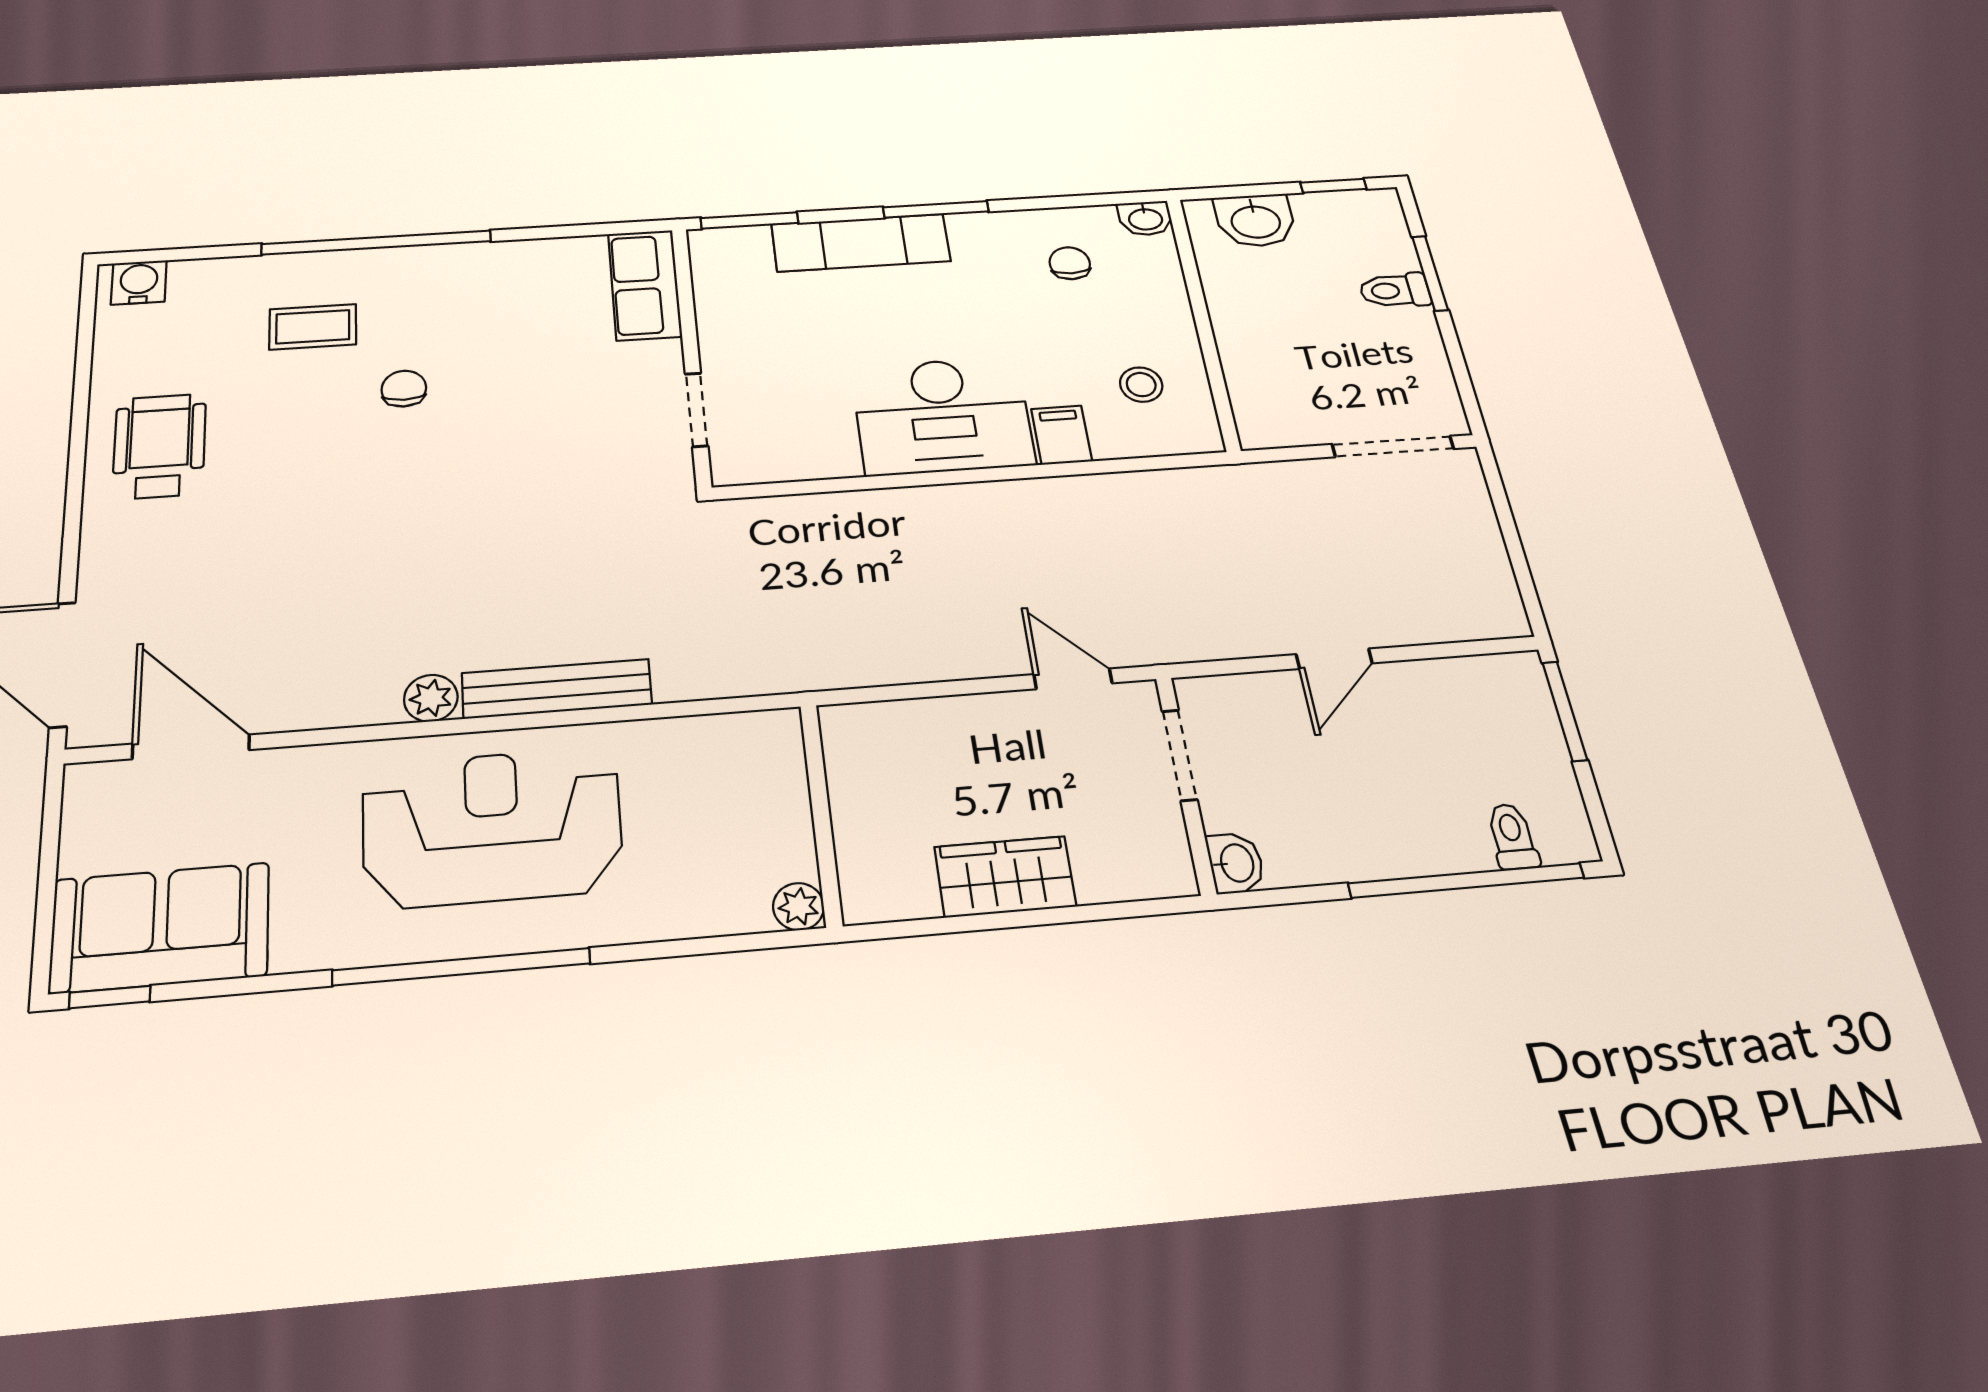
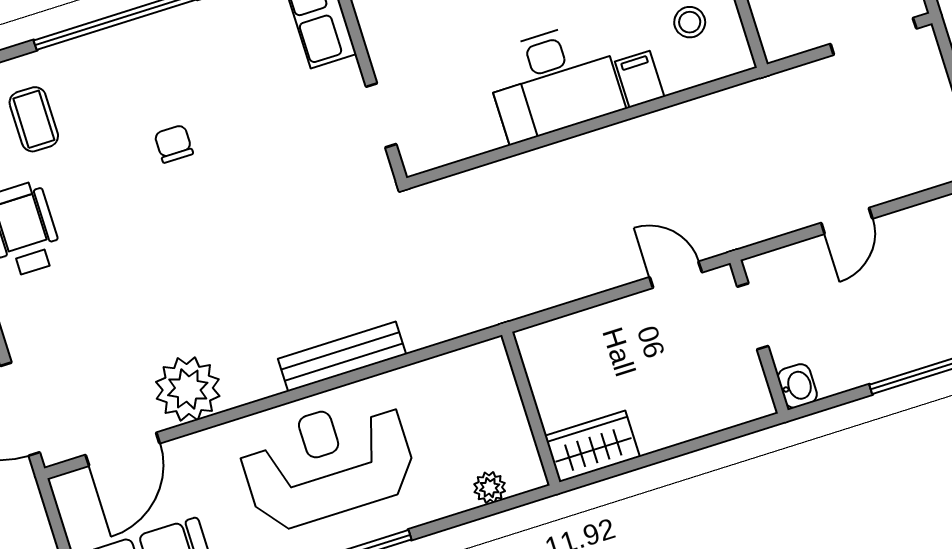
coffee table: (313, 327) -> (34, 119), moved, turned 90
plant: (431, 698) -> (188, 389), moved, width x1.87, depth x1.87
door: (191, 747) -> (123, 449), swing flipped
wardrobe: (1005, 877) -> (592, 446), moved
plant: (799, 907) -> (490, 488), moved

